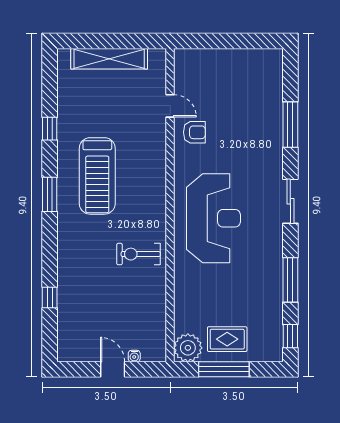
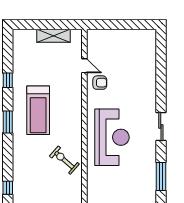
shelving: (109, 59) -> (53, 36), width x0.68
window: (290, 125) -> (161, 78), removed
exercise bike: (139, 254) -> (64, 160), turned 41

